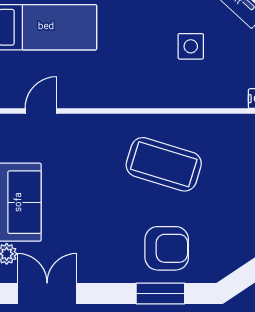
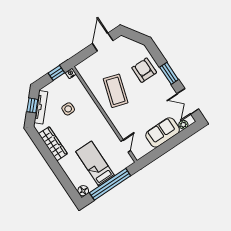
door: (41, 111) -> (126, 146), swing flipped
window: (160, 293) -> (169, 73), moved

